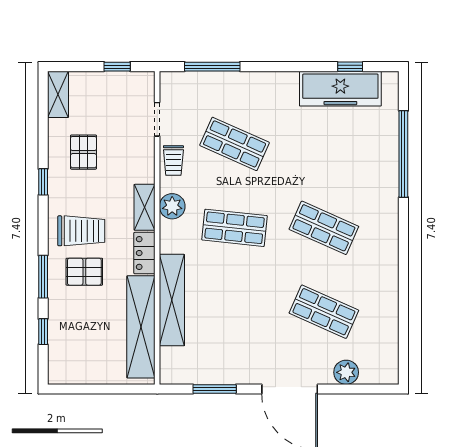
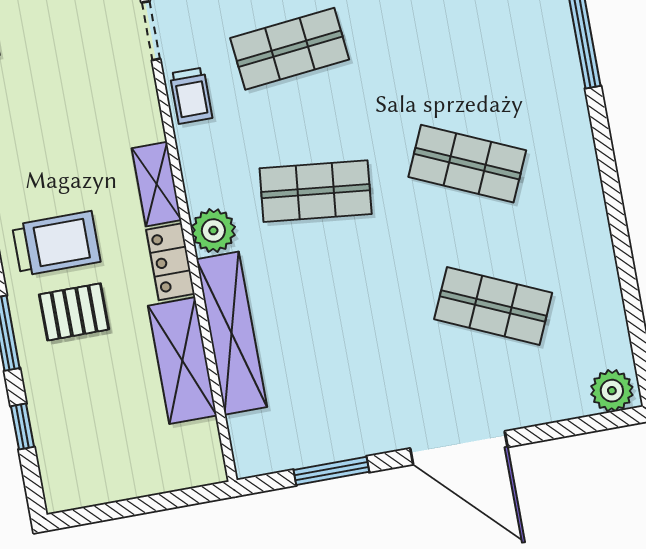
shop shelf: (235, 144) -> (290, 49), turned -30
pallet: (84, 152) -> (36, 109), removed
plant: (172, 206) -> (213, 231), moved
shelving: (141, 327) -> (182, 361), width x0.68
plant: (346, 372) -> (612, 391), moved

